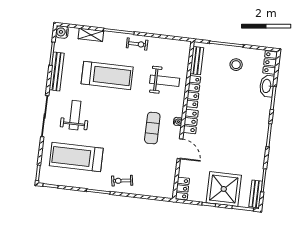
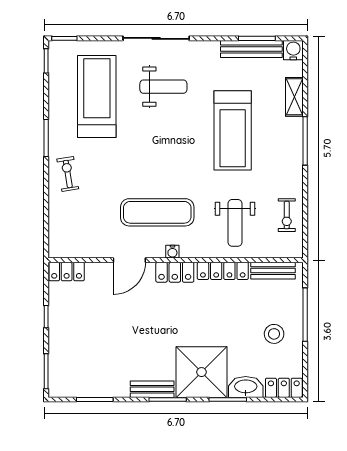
exercise bike: (137, 44) -> (287, 215), moved
bench: (57, 71) -> (251, 49), moved
exercise mat: (152, 128) -> (157, 212), width x1.36, depth x1.45
shower: (224, 189) -> (201, 372), moved
bench: (256, 194) -> (152, 389), moved

